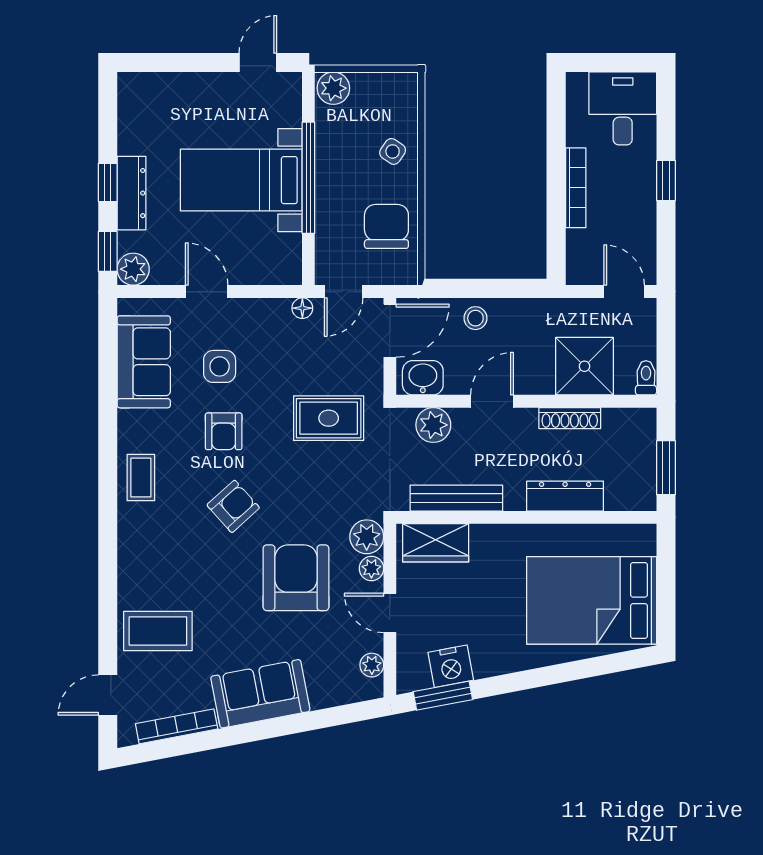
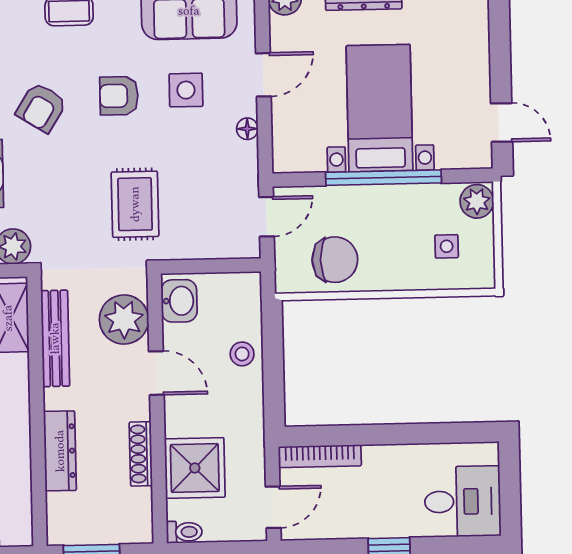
side table: (393, 151) -> (447, 246), moved, turned -34
bookcase: (576, 188) -> (320, 456), moved
door: (344, 292) -> (267, 217), swing flipped
floor lamp: (302, 308) -> (247, 129), moved
door: (390, 331) -> (227, 266), removed
plant: (433, 425) -> (124, 319), width x1.36, depth x1.36
armchair: (233, 506) -> (41, 107), turned 74

